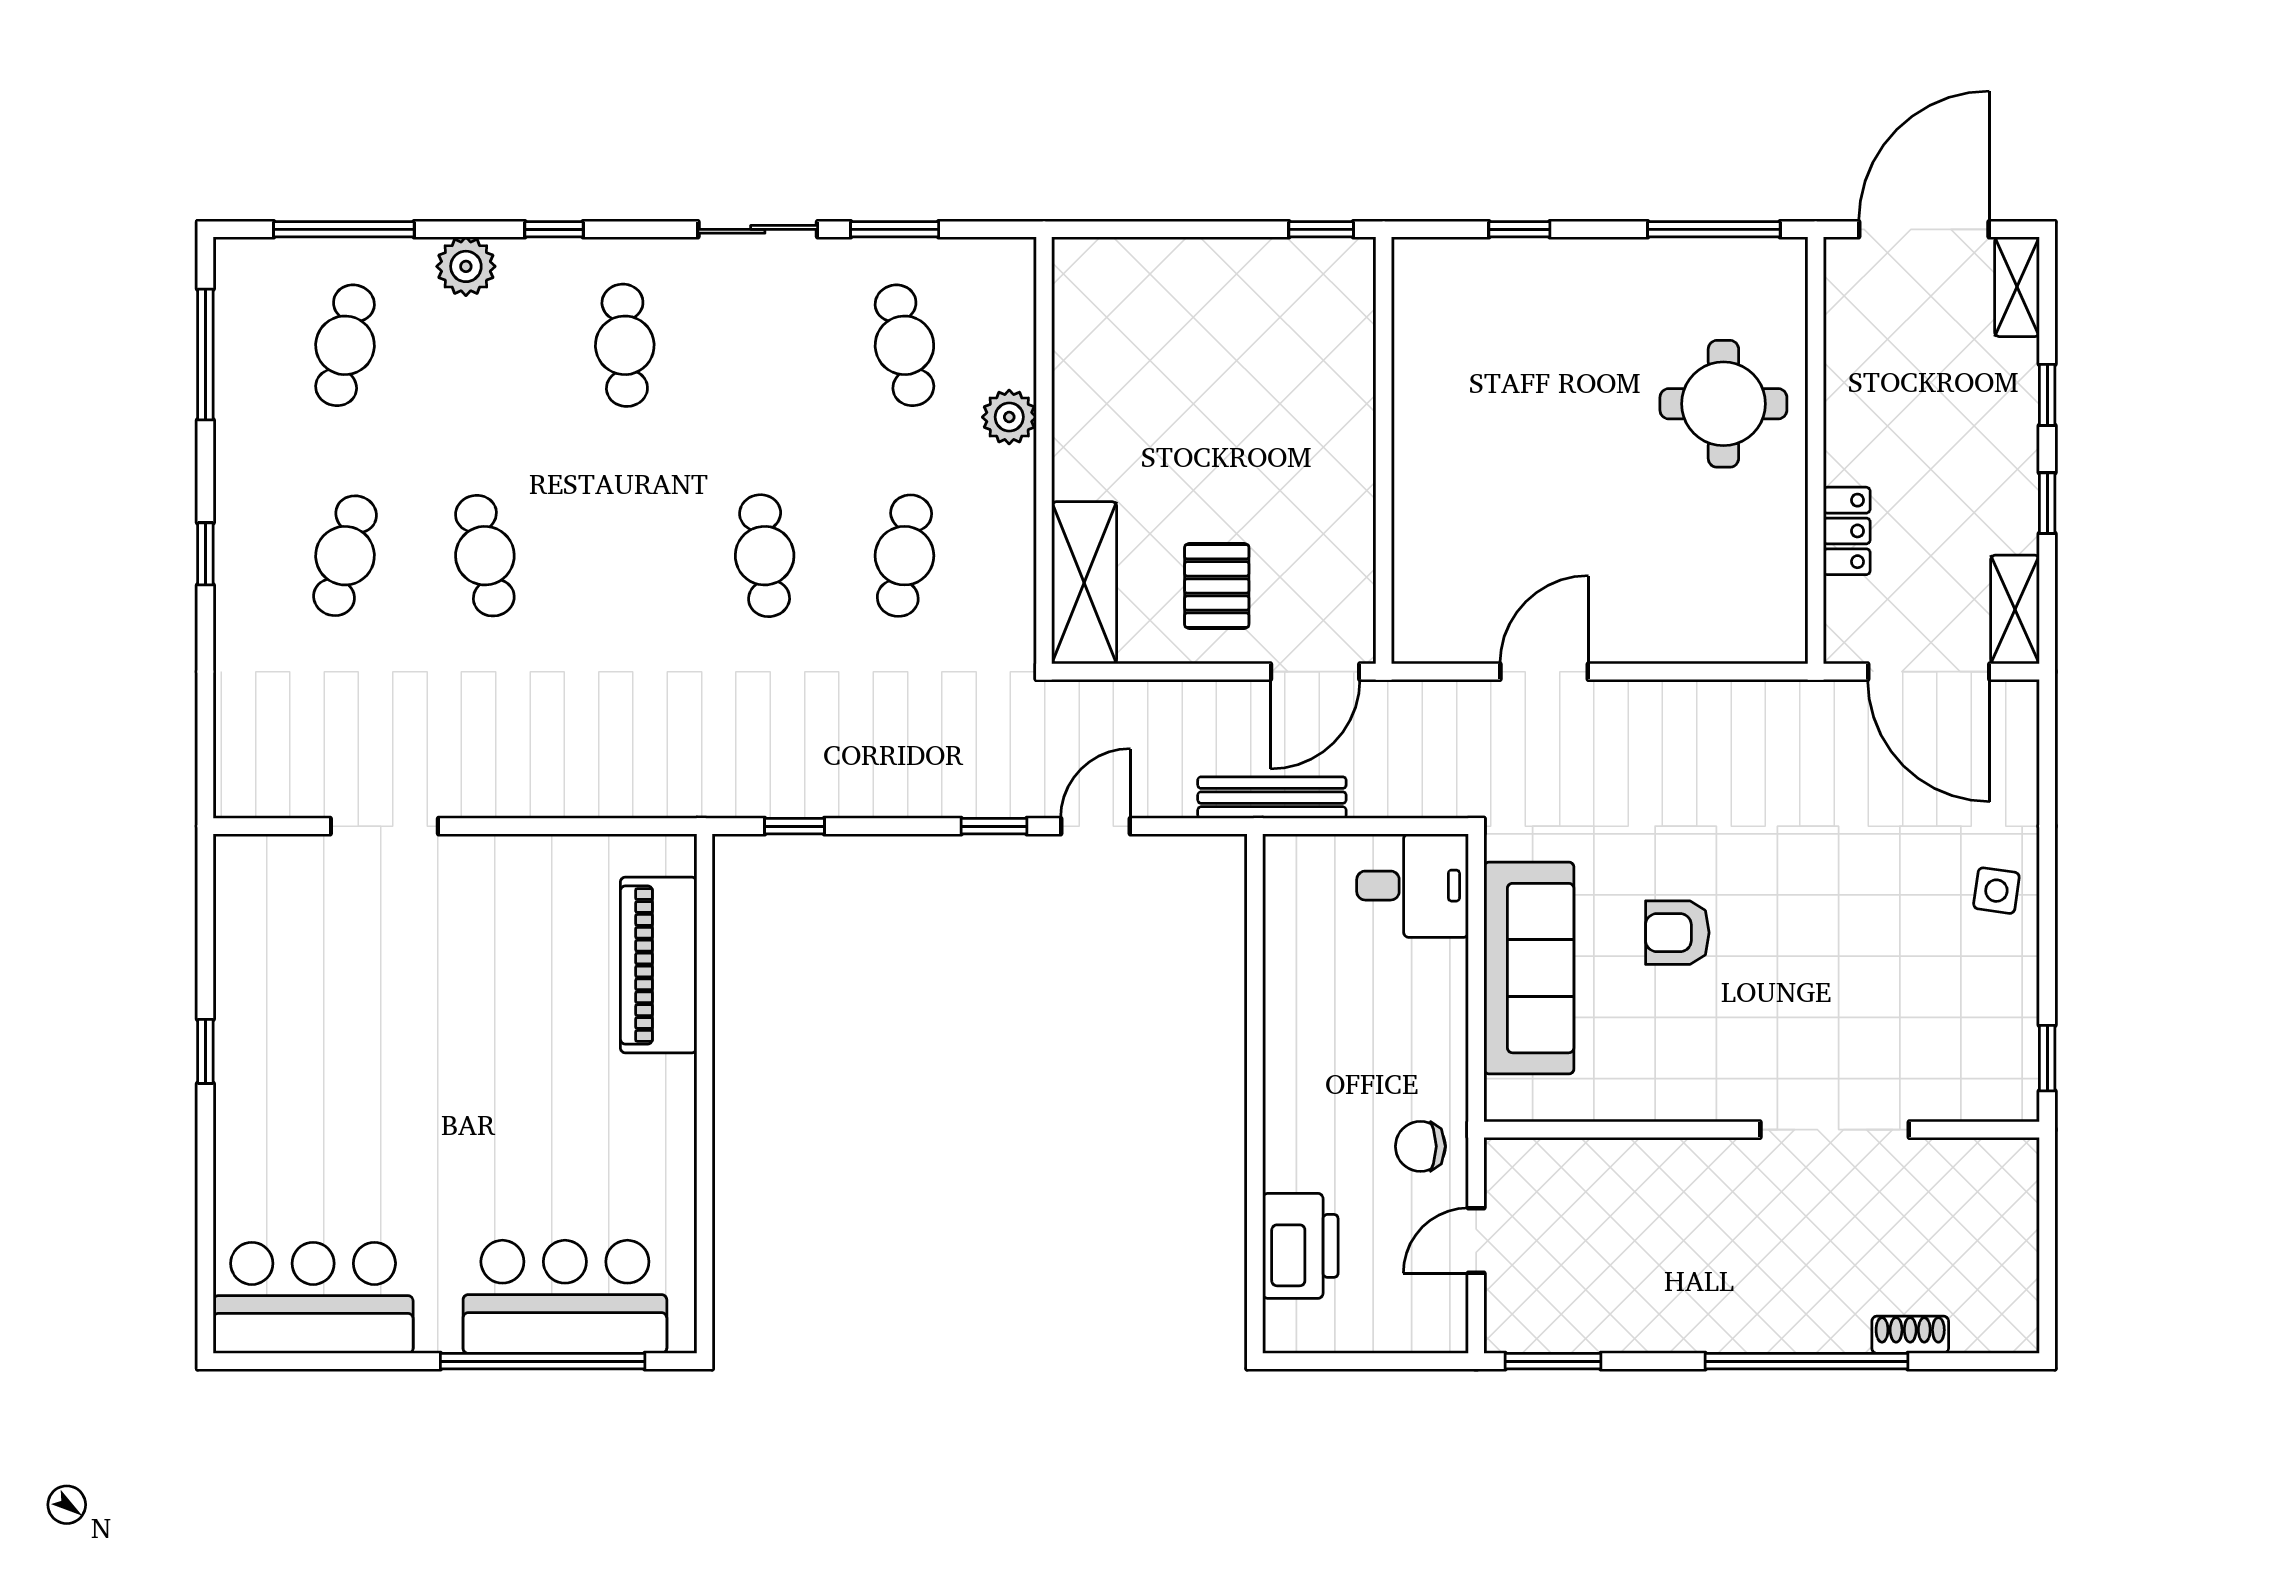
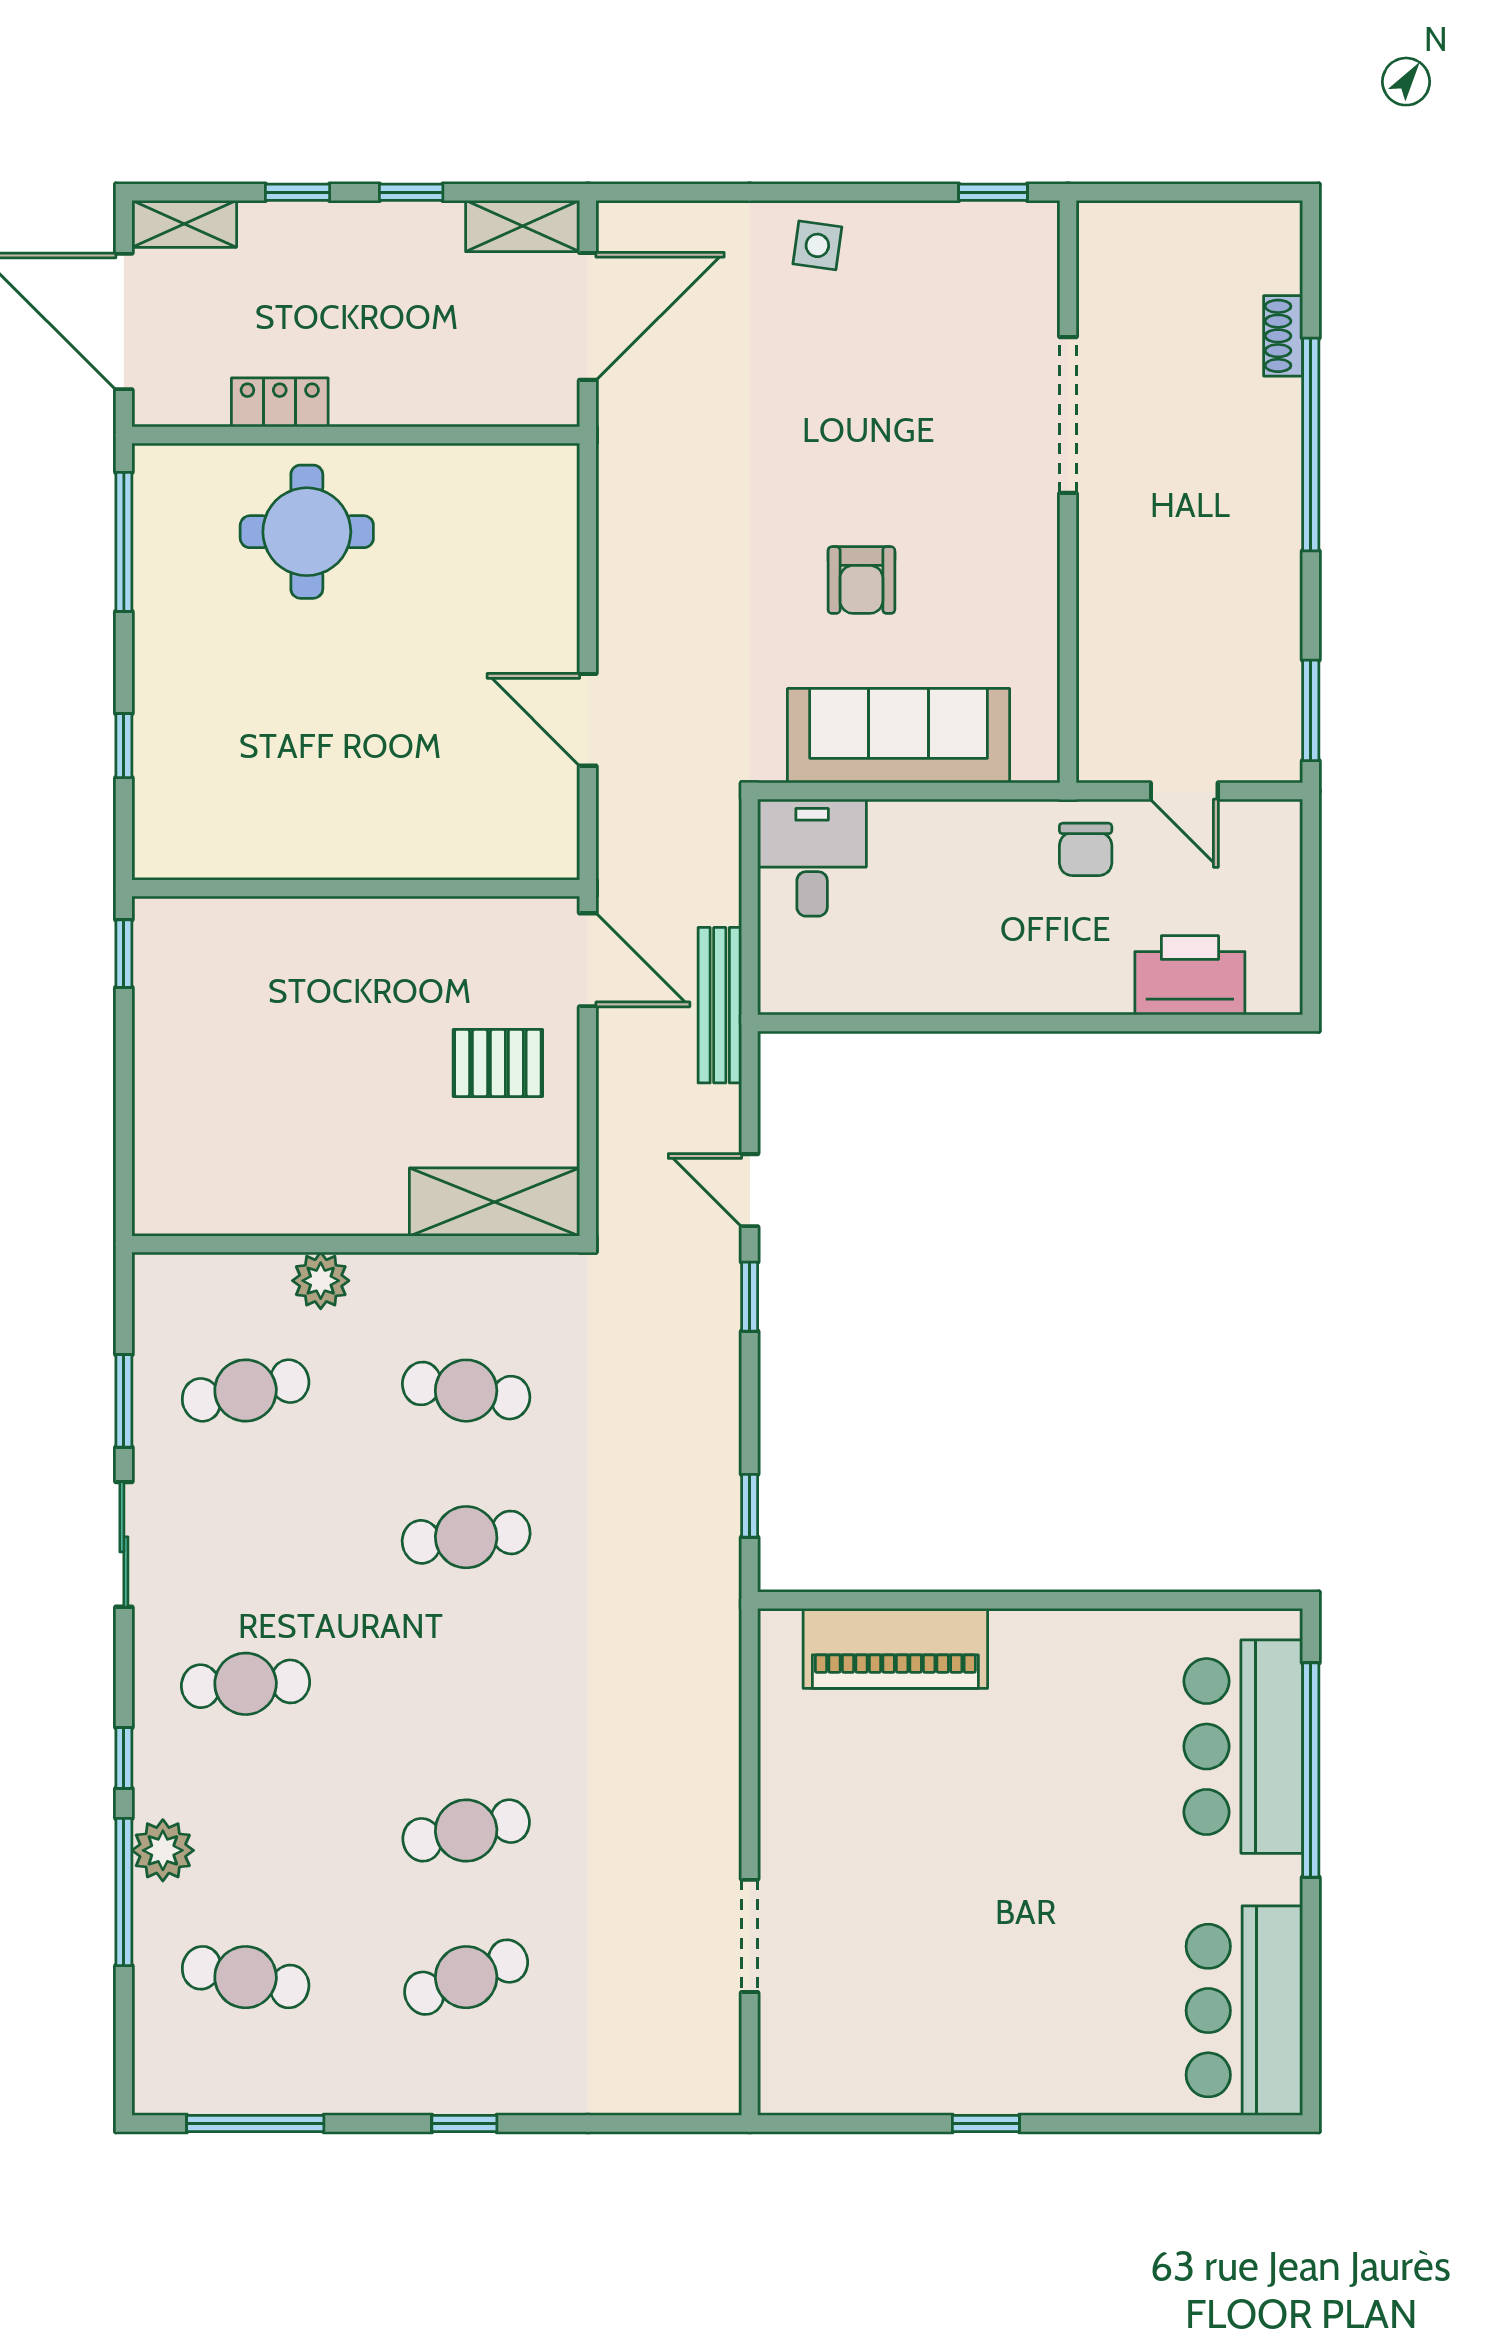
window: (344, 229) -> (124, 1892), moved
locker: (1847, 531) -> (280, 402), moved
cafe table: (345, 556) -> (466, 1977), turned -36

